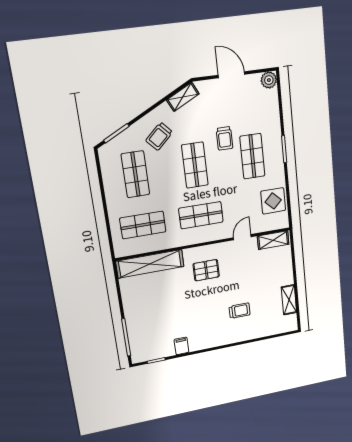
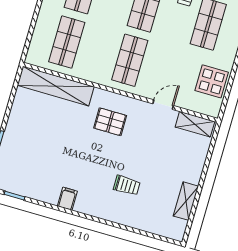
shop shelf: (201, 215) -> (130, 60), turned 90
shop shelf: (143, 225) -> (67, 42), turned 90
filing cabinet: (181, 346) -> (67, 199), moved

